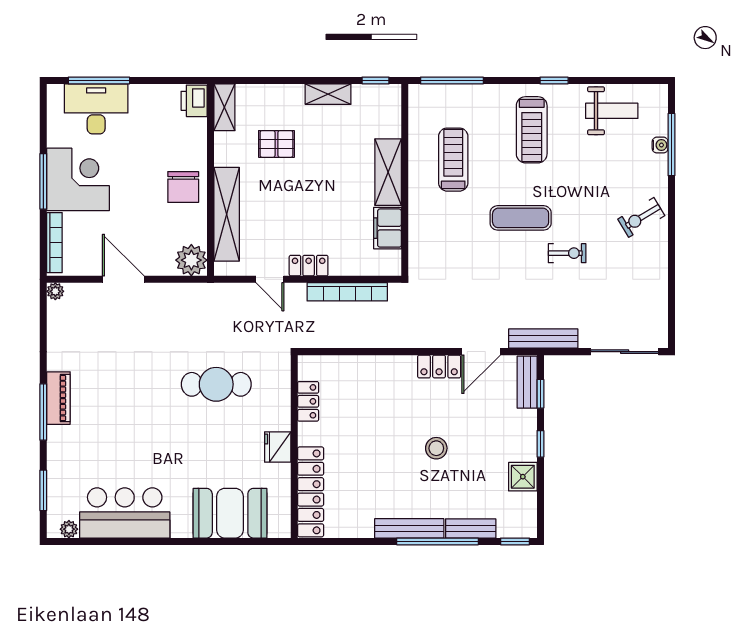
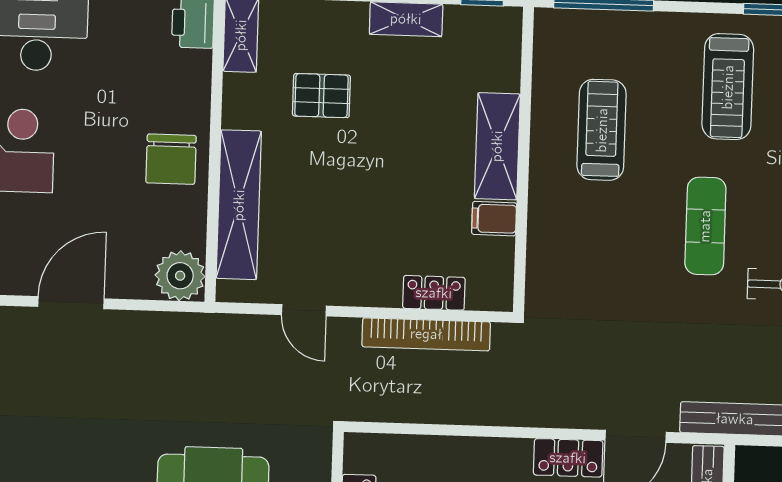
exercise mat: (521, 218) -> (705, 226), turned 90
filing cabinet: (388, 228) -> (494, 219), width x0.50
locker: (309, 266) -> (434, 293), moved
door: (123, 279) -> (71, 303), hinge flipped

